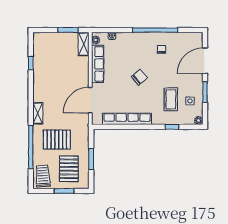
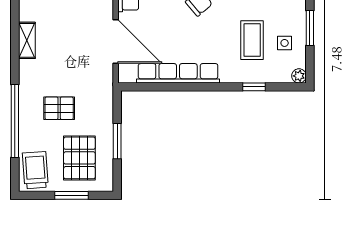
door: (90, 100) -> (116, 42), swing flipped
shelving: (38, 113) -> (27, 40), moved
pallet: (57, 140) -> (59, 108), width x0.67, depth x0.71

